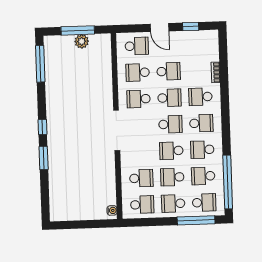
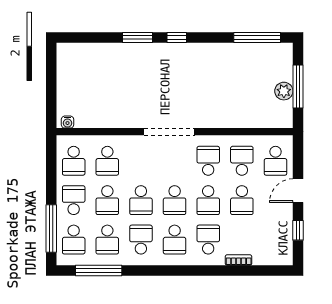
school desk: (171, 151) -> (141, 200), turned 180
school desk: (203, 176) -> (107, 240), turned 180
school desk: (172, 177) -> (107, 200), turned 180
window: (228, 182) -> (99, 270), width x0.68

